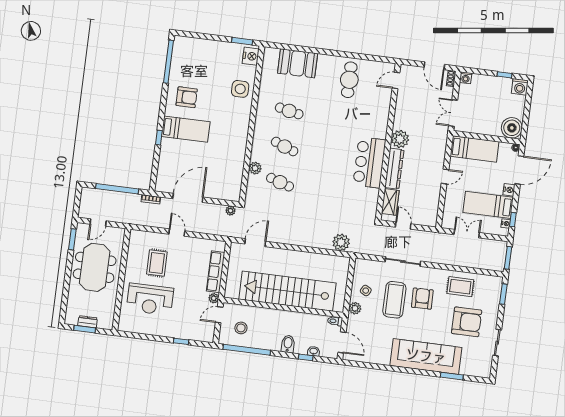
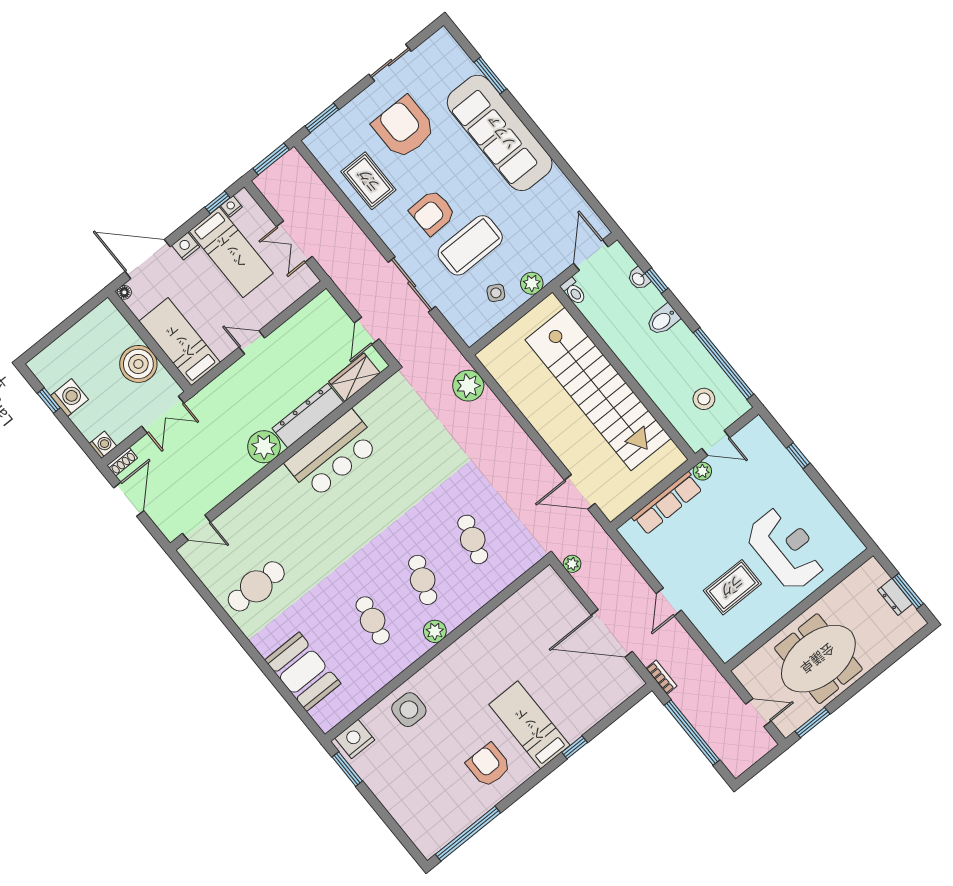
washing machine: (520, 87) -> (69, 398), moved
boiler: (512, 128) -> (138, 364), moved
plant: (255, 168) -> (435, 631), moved

